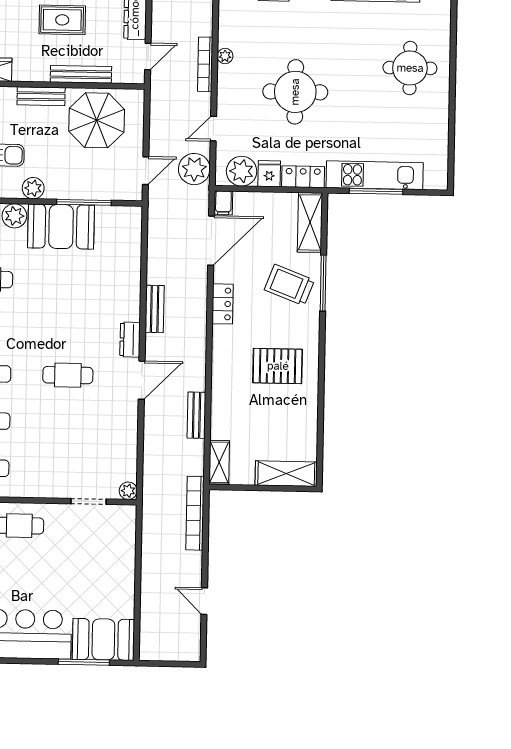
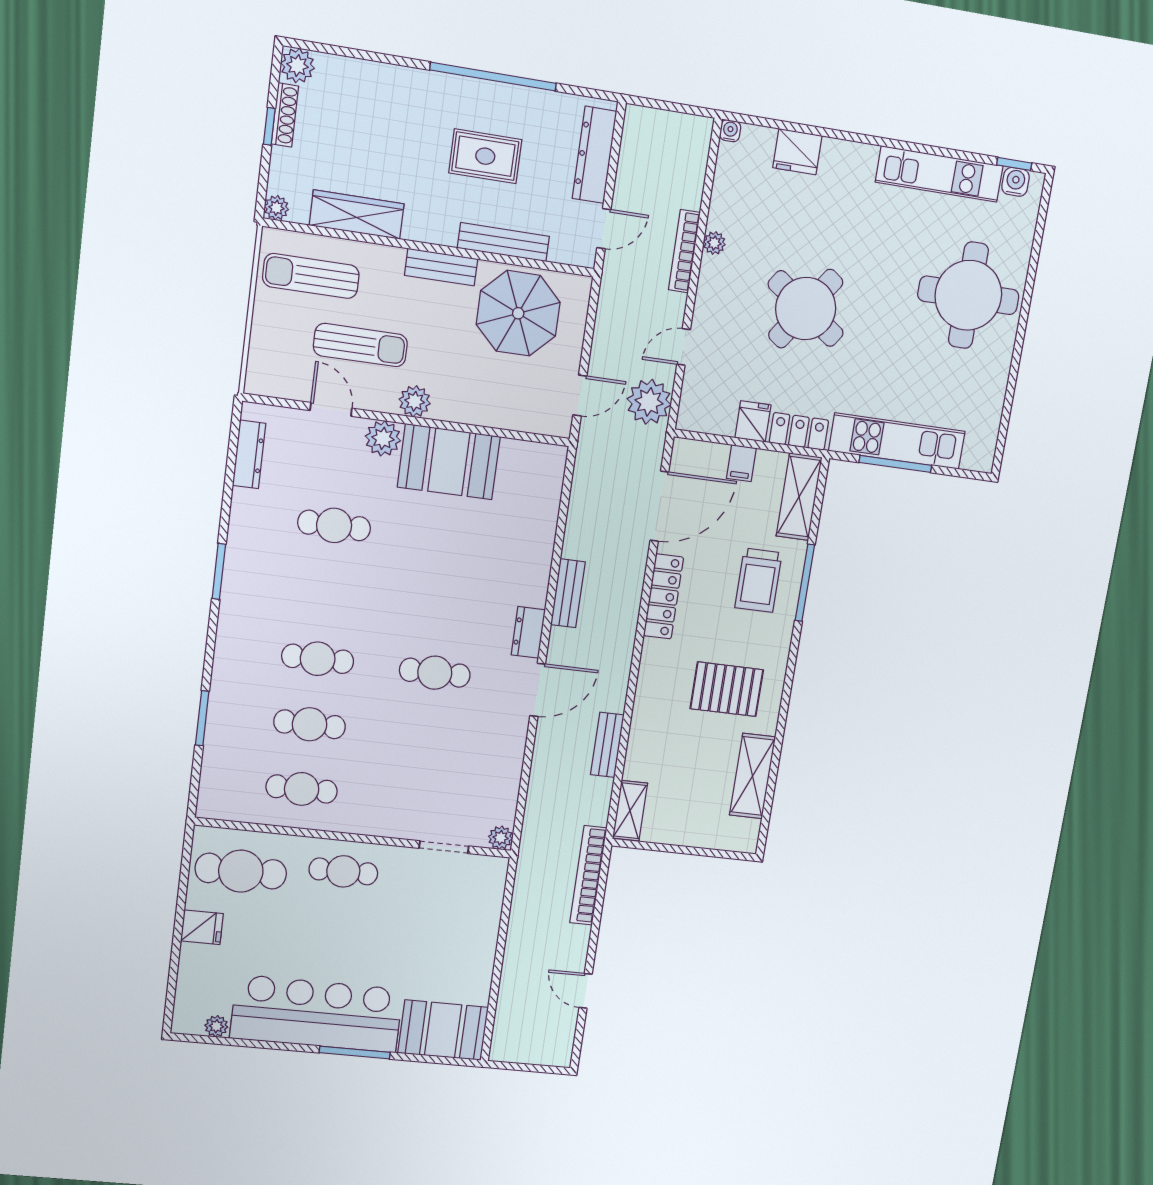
round table: (410, 68) -> (968, 295), width x1.36, depth x1.36
round table: (295, 92) -> (806, 309), turned 35
plant: (242, 171) -> (715, 413), removed
window: (84, 202) -> (486, 431), removed
filing cabinet: (223, 203) -> (741, 463), moved
trolley: (289, 285) -> (759, 580), turned -111
locker: (223, 304) -> (663, 596), width x1.53
shelving: (286, 474) -> (753, 776), moved, turned 90
window: (84, 662) -> (355, 1052), moved

